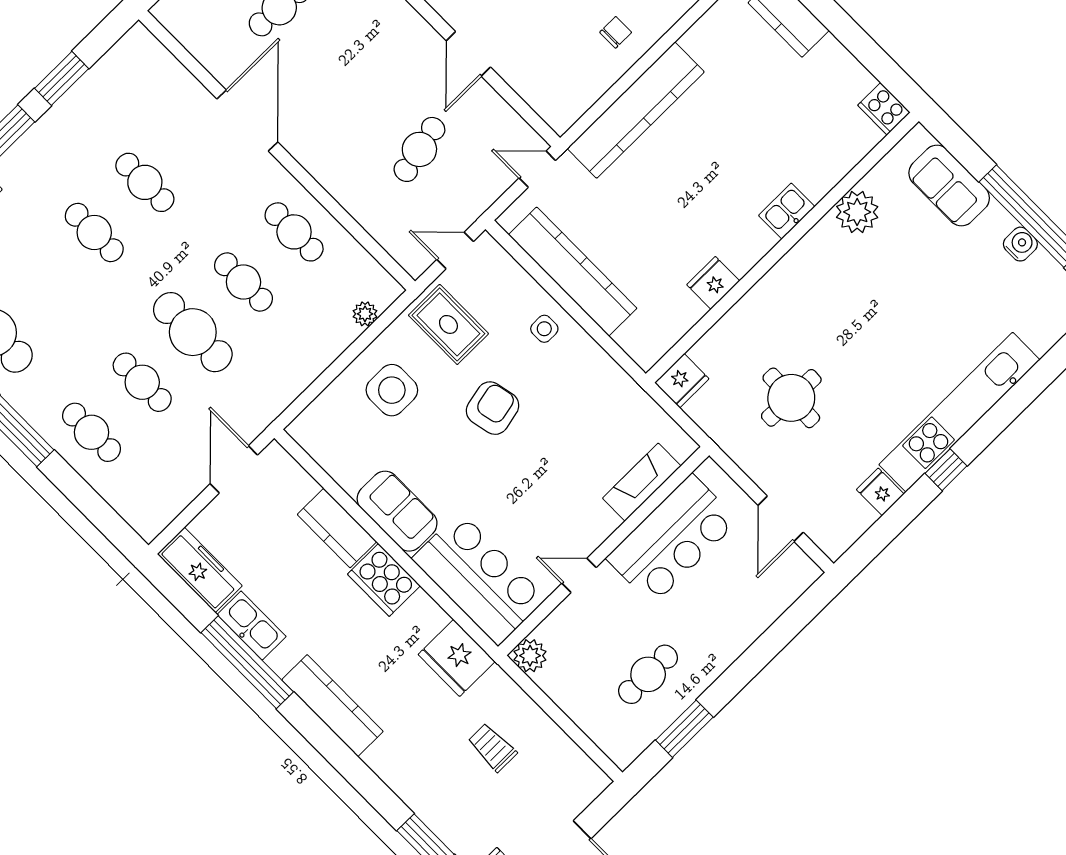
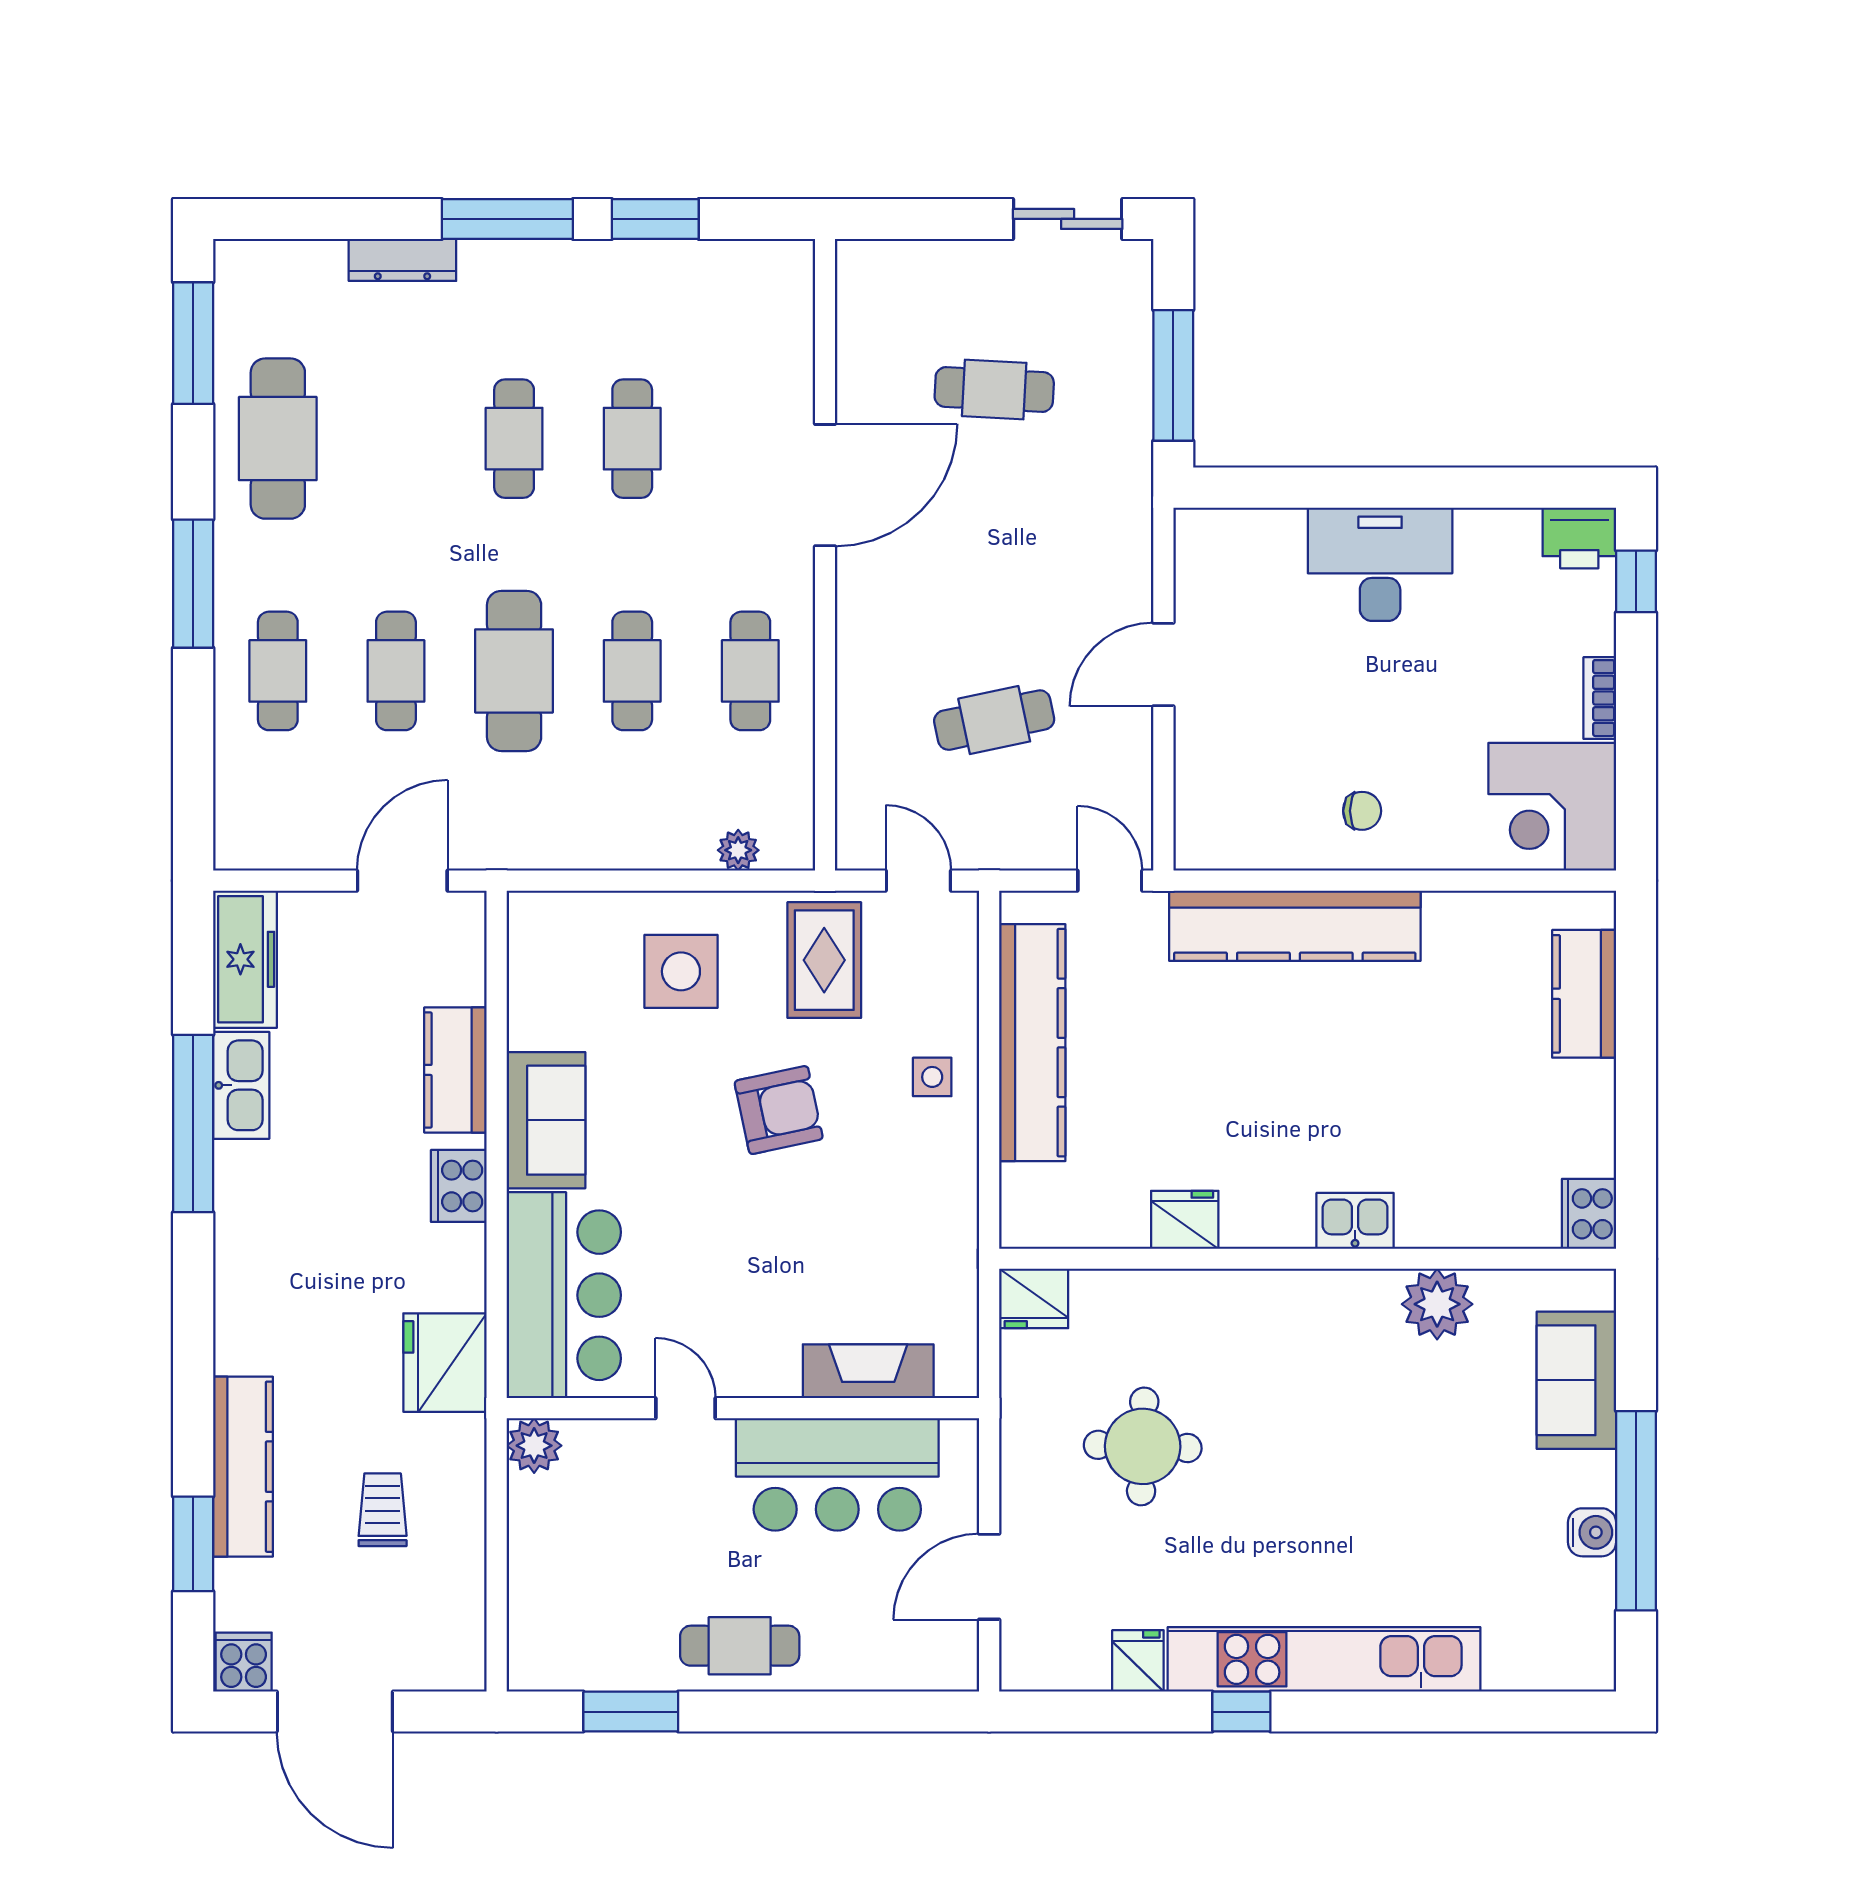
cooker: (384, 580) -> (459, 1186), width x0.73, depth x0.76
cafe table: (648, 674) -> (740, 1646), moved
kitchen counter: (332, 706) -> (243, 1467), moved

